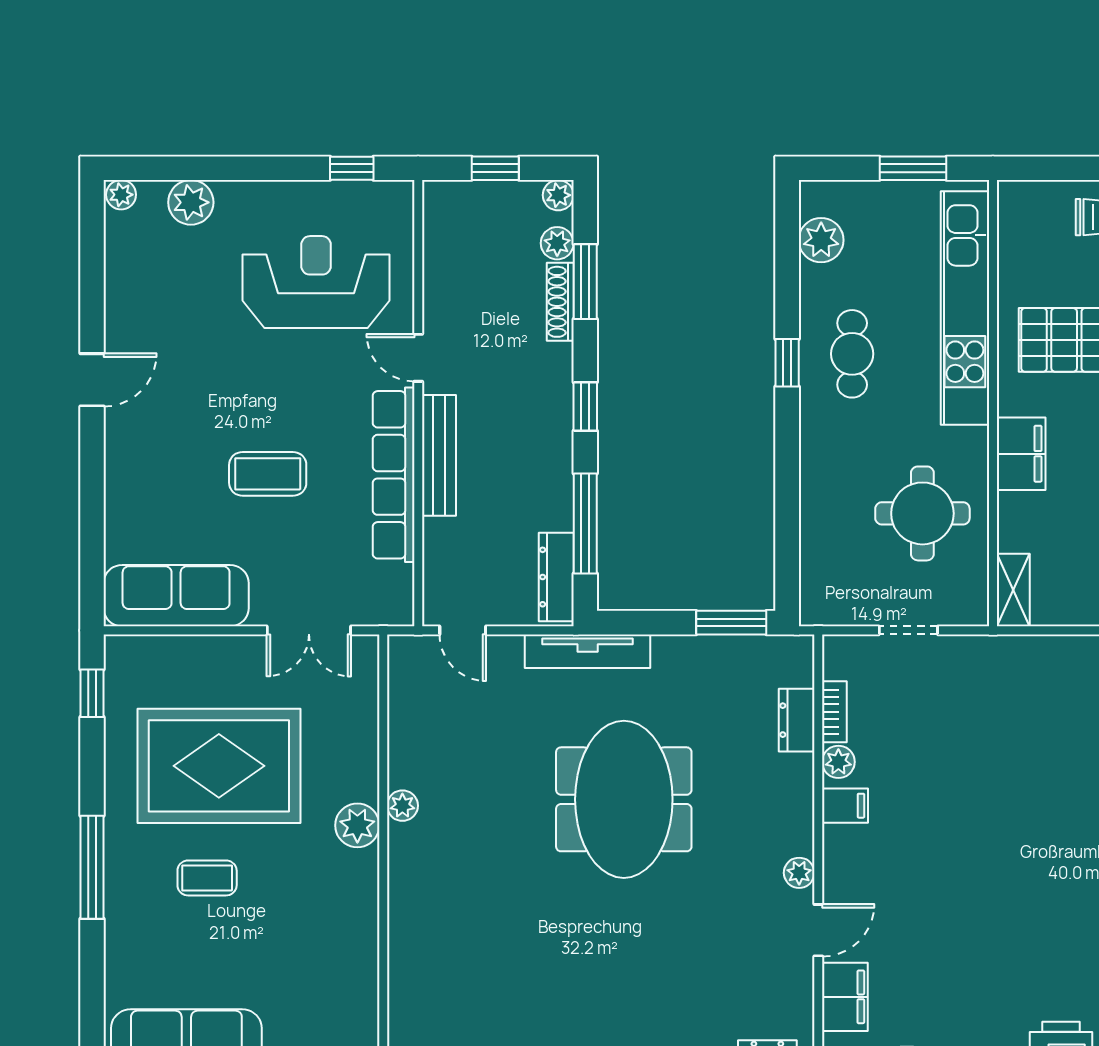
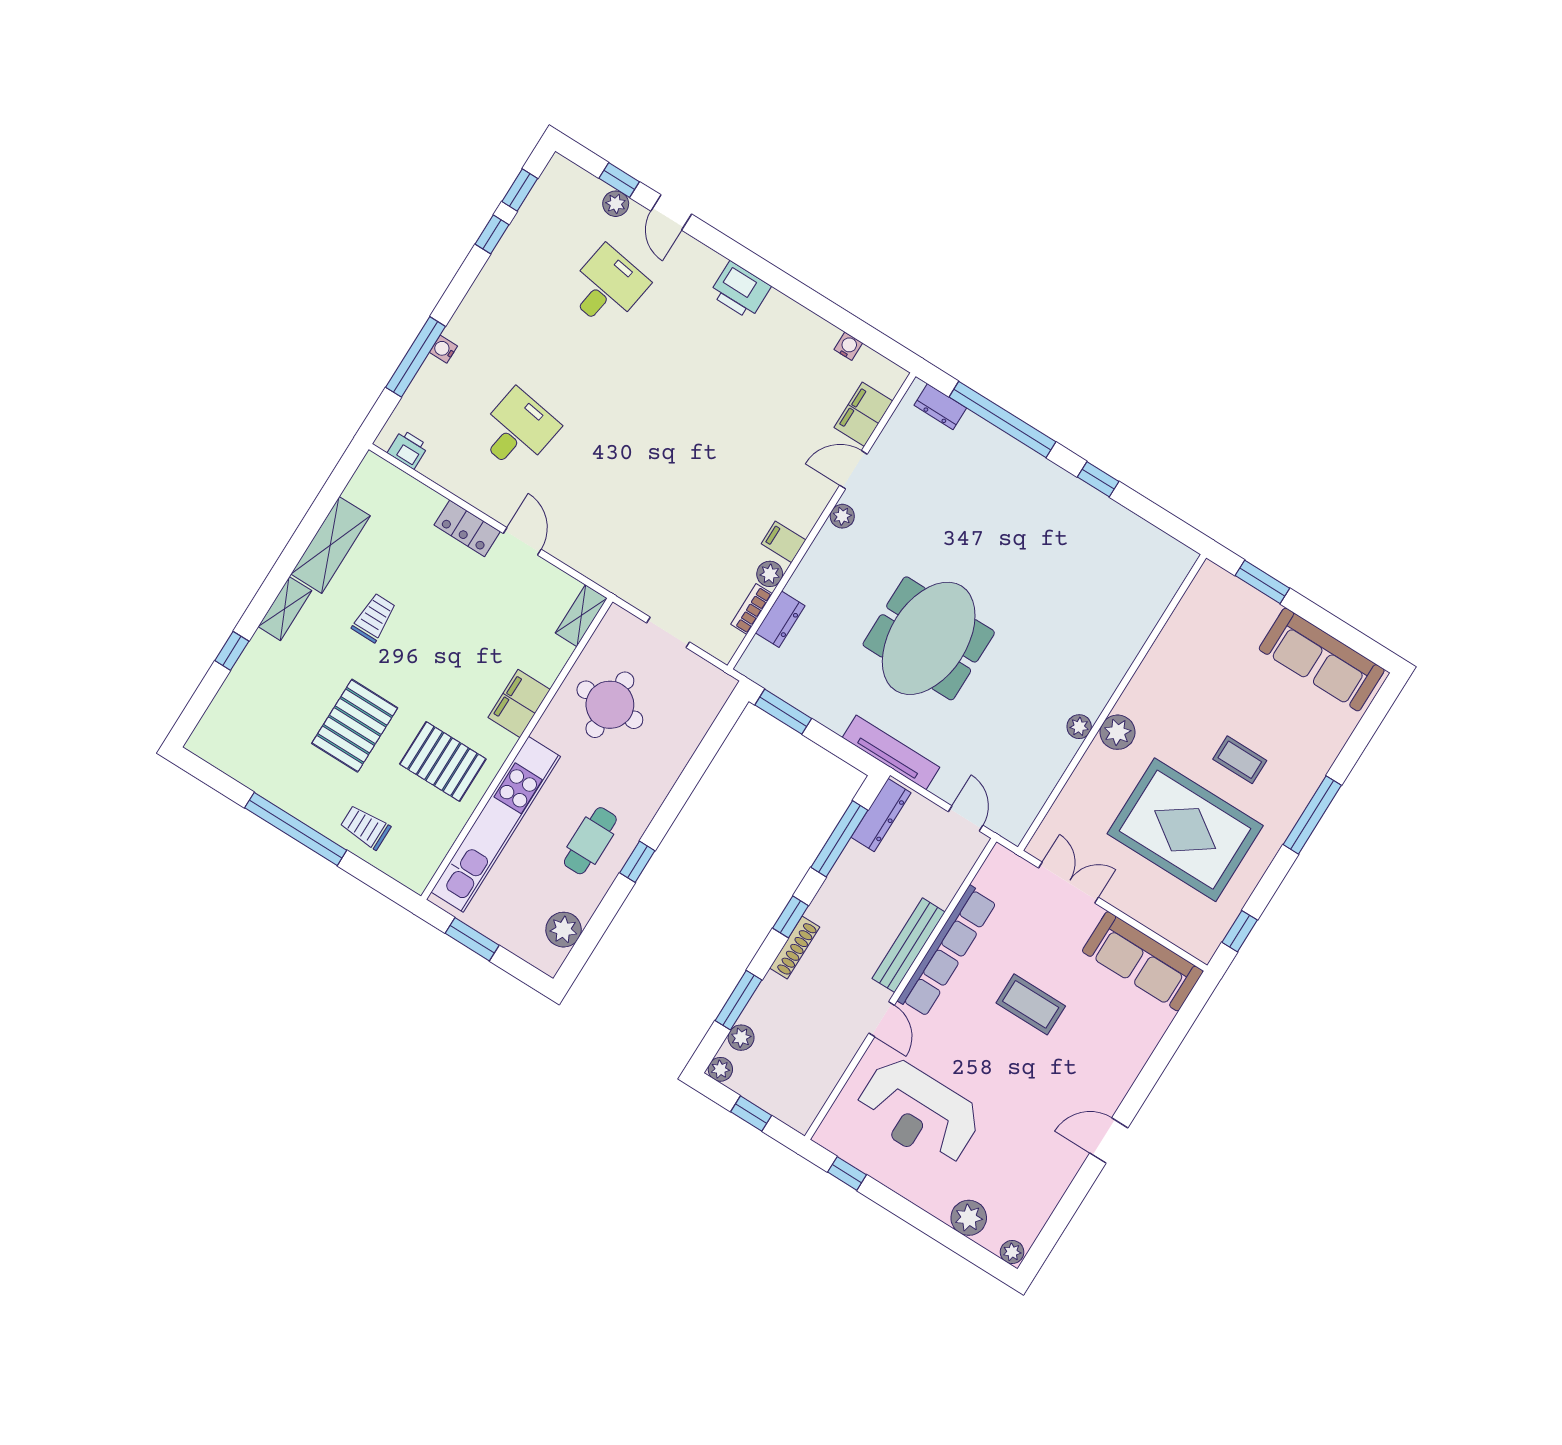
shoe rack: (560, 302) -> (795, 947), moved

